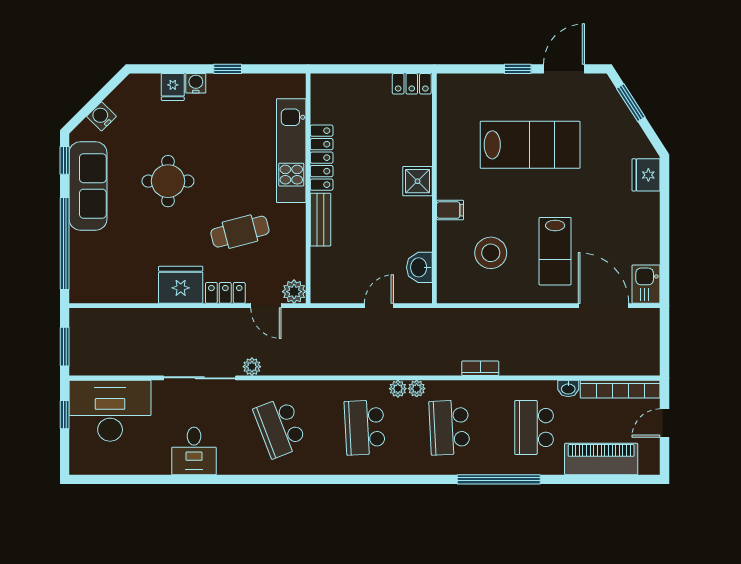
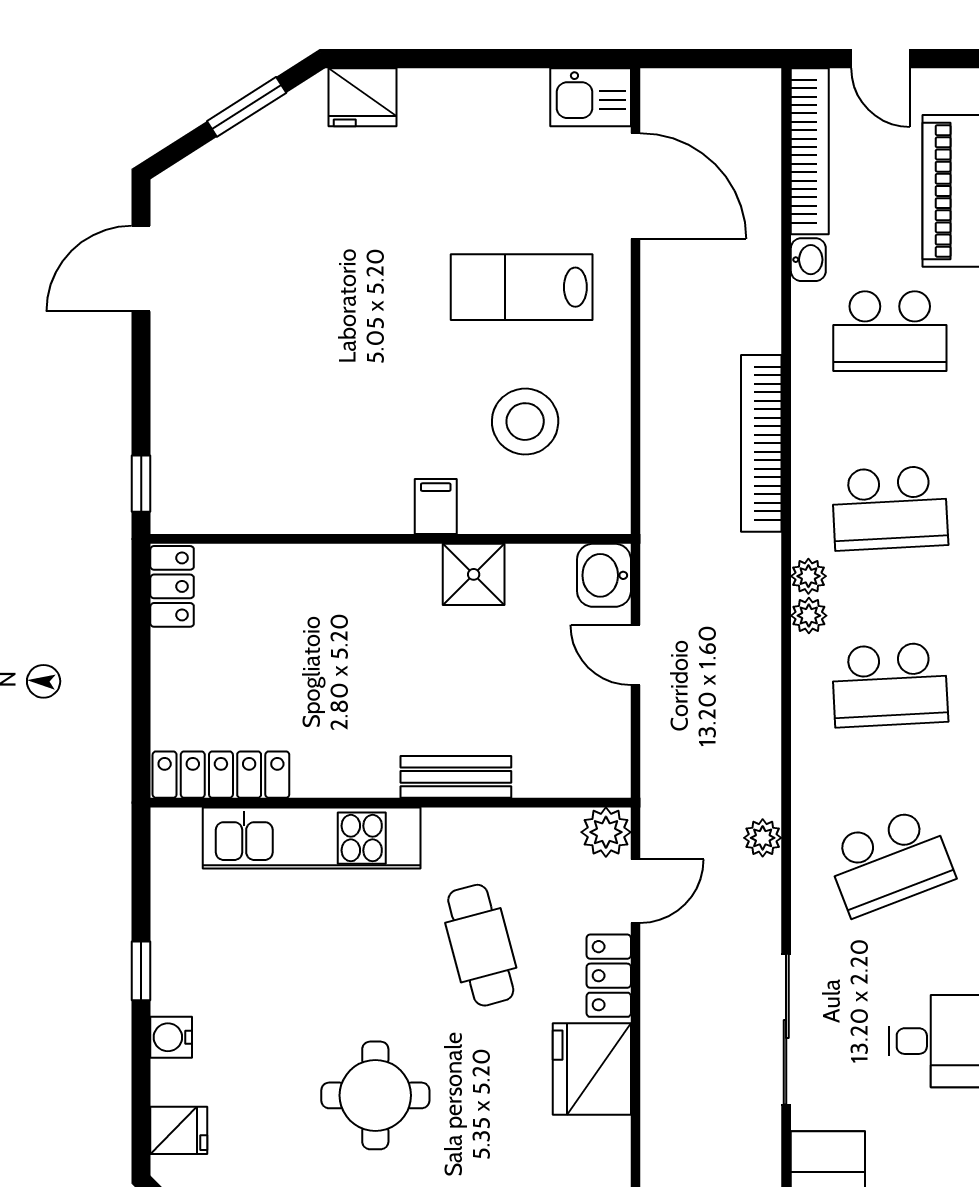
window: (518, 69) -> (141, 484), moved
door: (564, 69) -> (141, 269), hinge flipped
fridge: (173, 87) -> (179, 1130), moved
window: (631, 103) -> (247, 107), moved
lab bench: (530, 145) -> (300, 339), removed
locker: (322, 158) -> (221, 775), moved
shower: (417, 181) -> (474, 574), moved
lab bench: (555, 251) -> (522, 287), turned 180
washbasin: (419, 267) -> (604, 575), moved, turned 90
door: (604, 306) -> (635, 186), swing flipped
plant: (252, 367) -> (763, 838), moved
bookcase: (480, 368) -> (761, 443), width x2.31, depth x1.31

